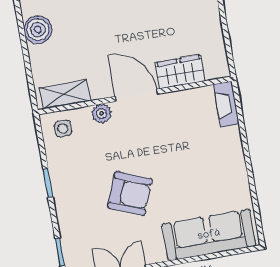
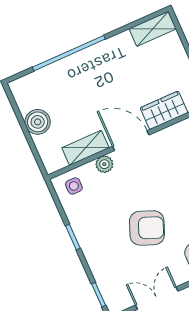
boiler: (38, 30) -> (38, 122), moved
shelving: (65, 94) -> (85, 148), moved

